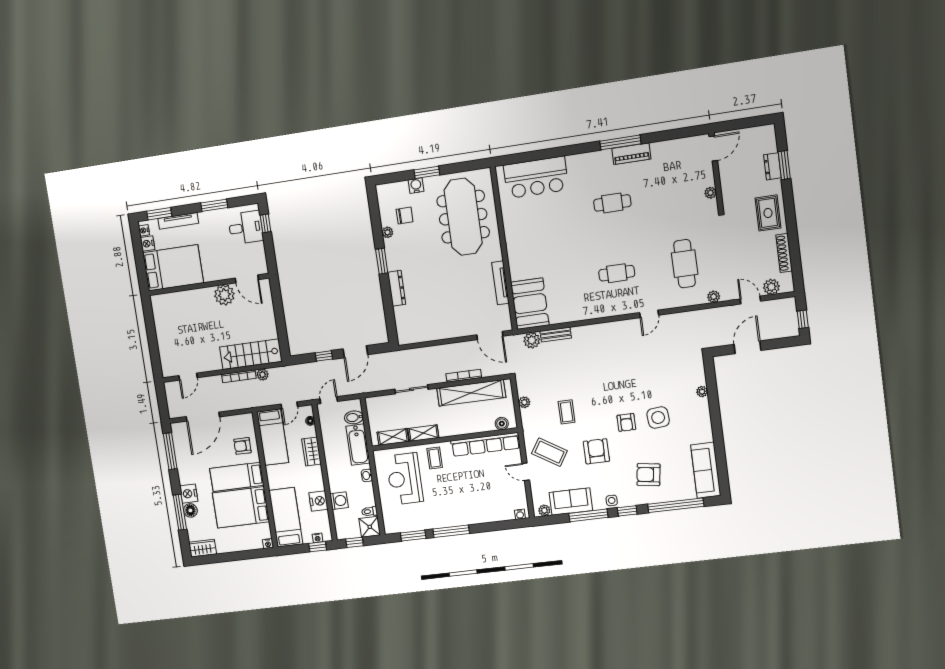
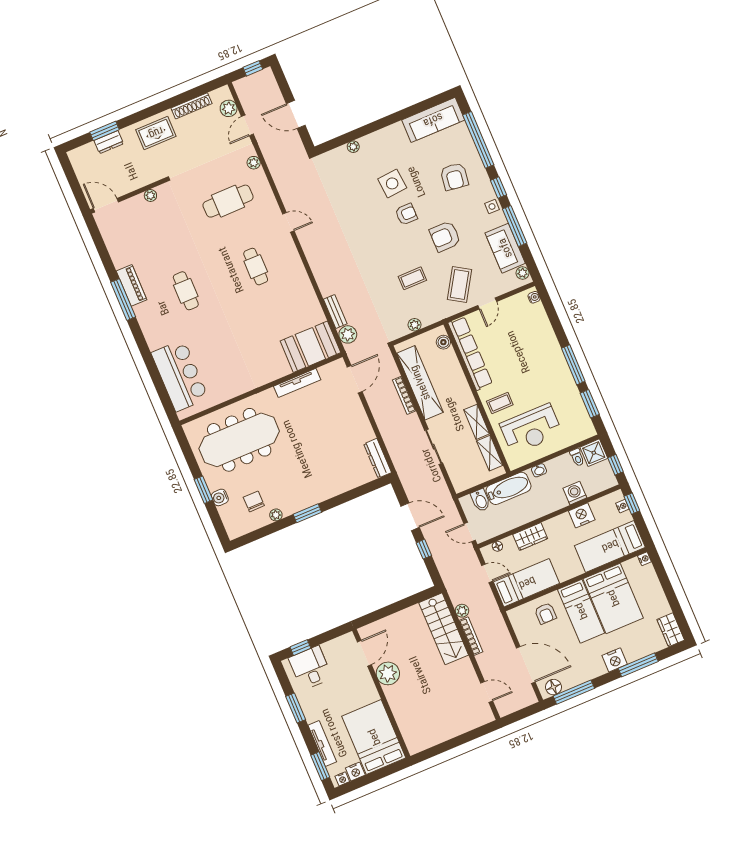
dresser: (397, 288) -> (378, 458), moved, turned -90
floor lamp: (190, 510) -> (553, 687), moved

